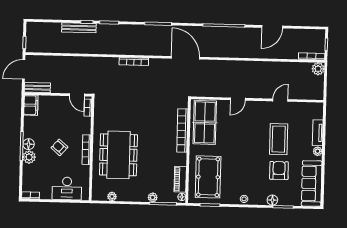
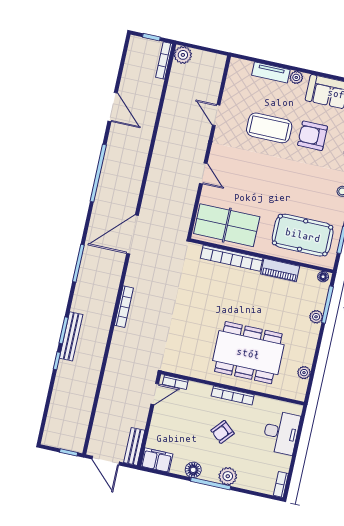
bench: (79, 28) -> (71, 336), moved
floor lamp: (29, 144) -> (193, 470), moved
piano: (180, 179) -> (280, 270), moved

